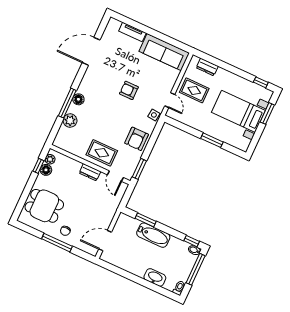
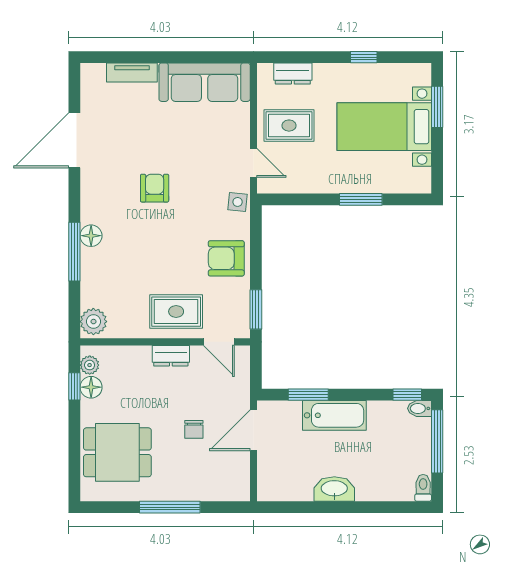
window: (261, 82) -> (364, 57), moved
armchair: (129, 90) -> (155, 188), moved, turned 90
plant: (70, 121) -> (93, 322), moved
armchair: (137, 139) -> (226, 258), turned 90
chair: (65, 231) -> (194, 429), moved
door: (105, 241) -> (253, 430), moved
washbasin: (155, 277) -> (334, 489), moved

